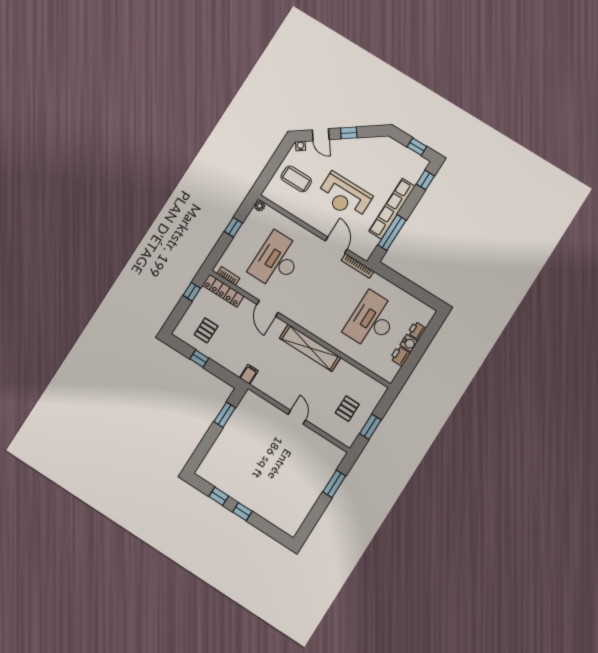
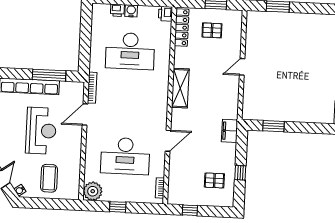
plant: (260, 206) -> (93, 191), width x1.87, depth x1.87
locker: (223, 291) -> (182, 28), moved
shelving: (310, 348) -> (180, 88), width x0.68
printer: (400, 356) -> (165, 14), moved, turned 90
filing cabinet: (249, 374) -> (230, 131), width x2.00

